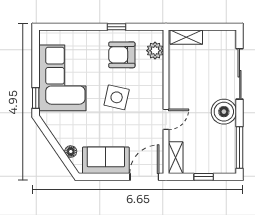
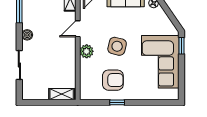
plant: (155, 51) -> (87, 51), moved
sliding door: (240, 74) -> (19, 65), width x0.73
boiler: (224, 112) -> (27, 35), width x0.54, depth x0.54

